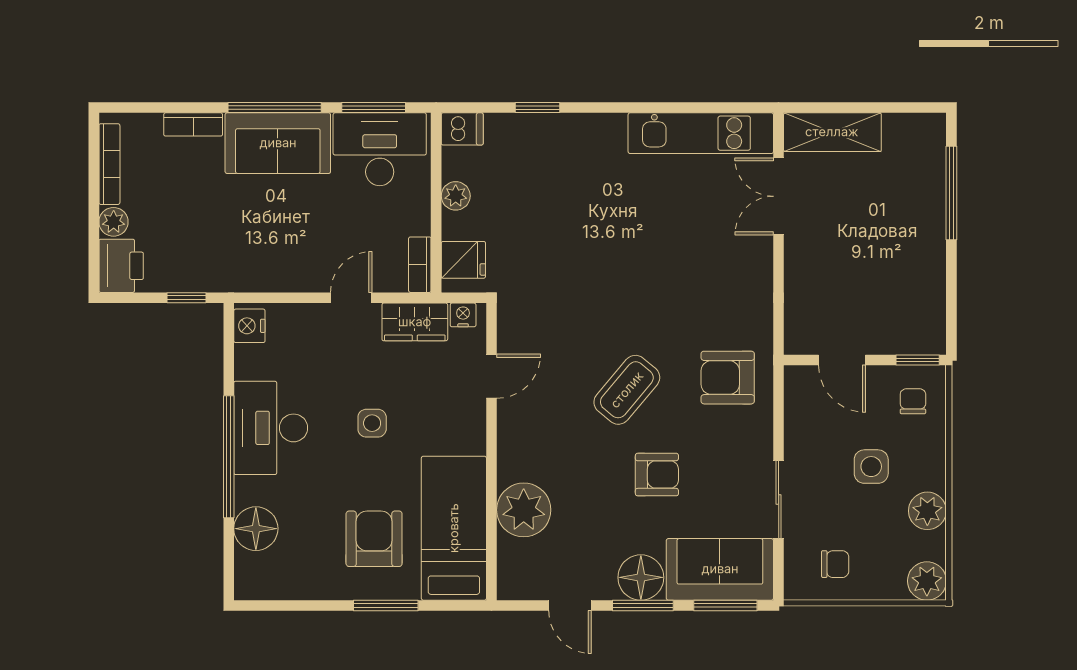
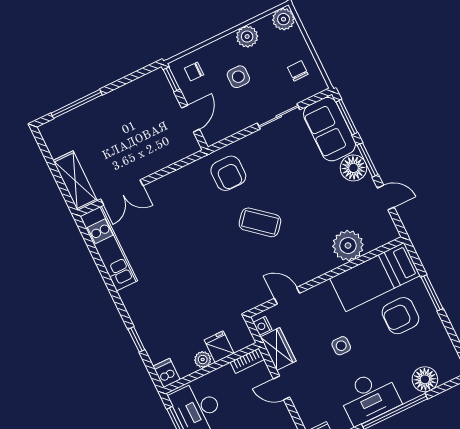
fridge: (463, 260) -> (219, 347), moved
armchair: (657, 475) -> (296, 186), removed
door: (570, 605) -> (386, 198), hinge flipped

